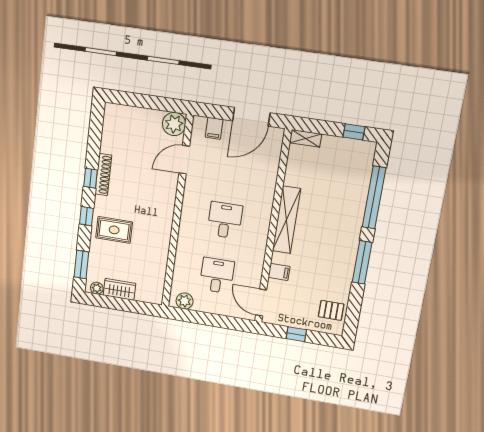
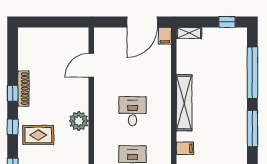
plant: (174, 124) -> (79, 121), moved
filing cabinet: (214, 128) -> (165, 36), moved

